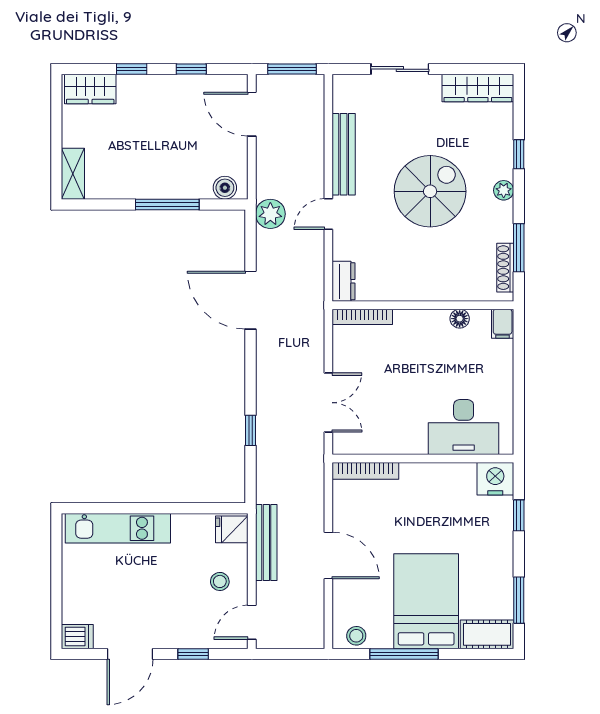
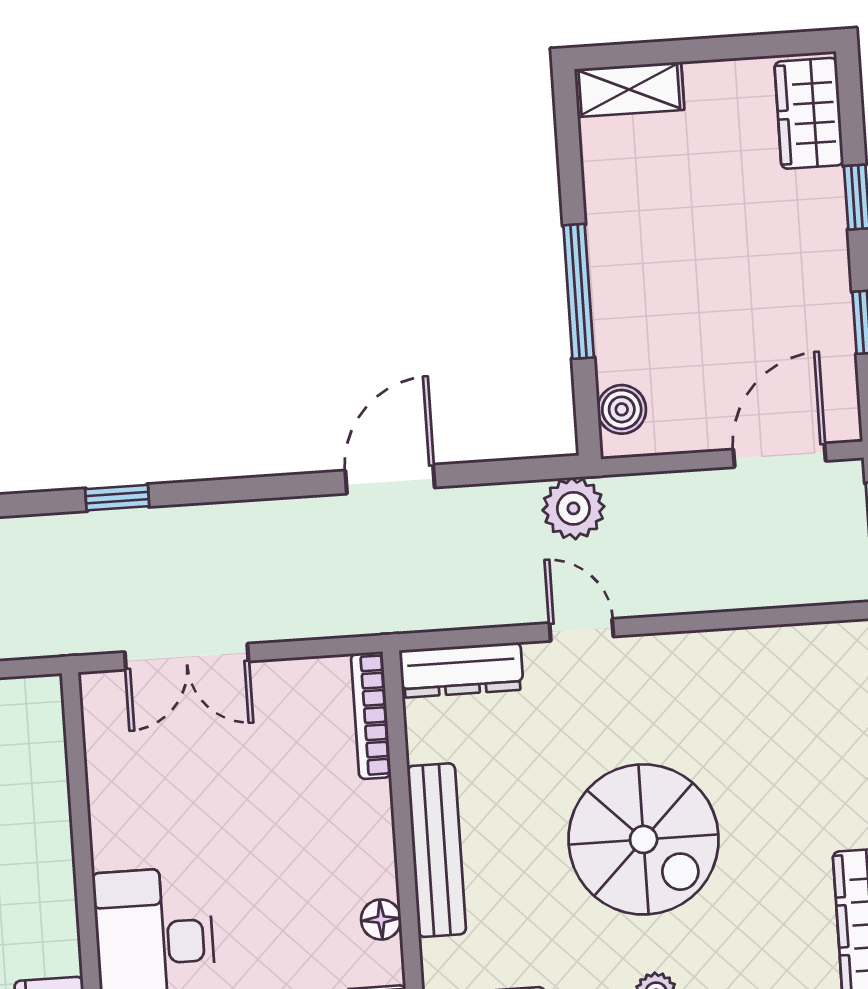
bench: (344, 154) -> (437, 850), moved, turned 90
dresser: (344, 281) -> (461, 670), width x1.44
door: (250, 300) -> (390, 479), width x0.73
bookcase: (365, 471) -> (49, 744), removed

